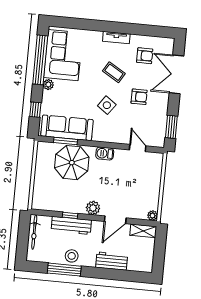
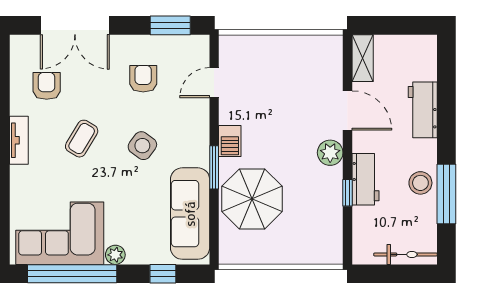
armchair: (139, 97) -> (143, 79), moved
window: (66, 141) -> (214, 167), moved
plant: (153, 216) -> (333, 44), removed
workbench: (71, 225) -> (365, 179), width x0.73
bicycle: (34, 232) -> (406, 254), moved

